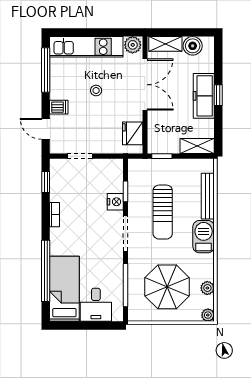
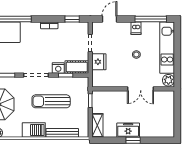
shelving: (165, 44) -> (169, 103), removed
boiler: (193, 46) -> (168, 122), removed
double door: (145, 85) -> (141, 89), width x0.73
freezer: (204, 96) -> (128, 130), width x0.71
dishwasher: (59, 107) -> (136, 28), moved
fridge: (133, 133) -> (99, 62), moved, turned 90
cot: (114, 175) -> (77, 67), added

